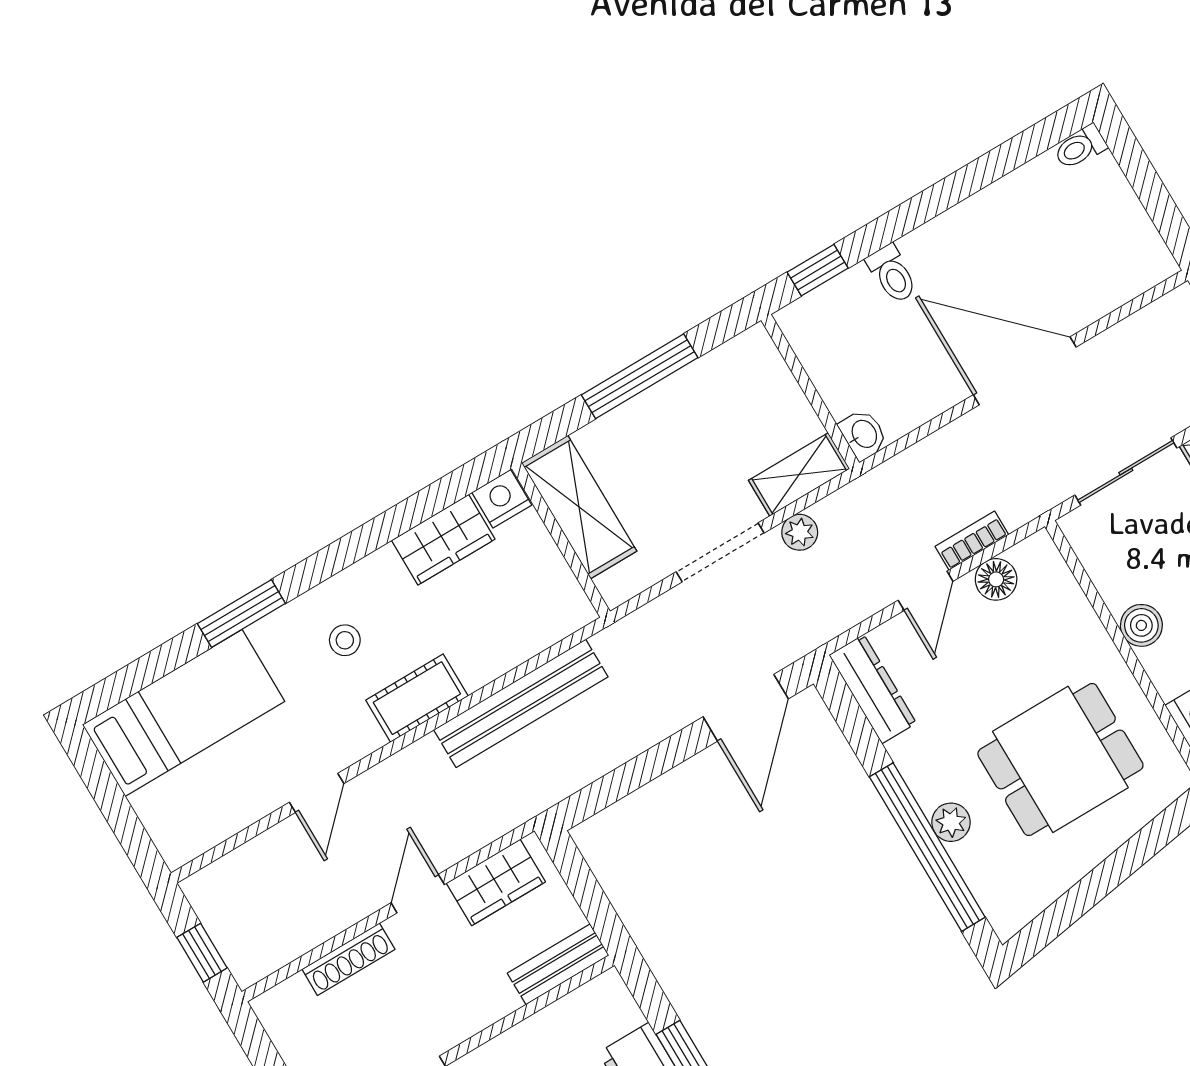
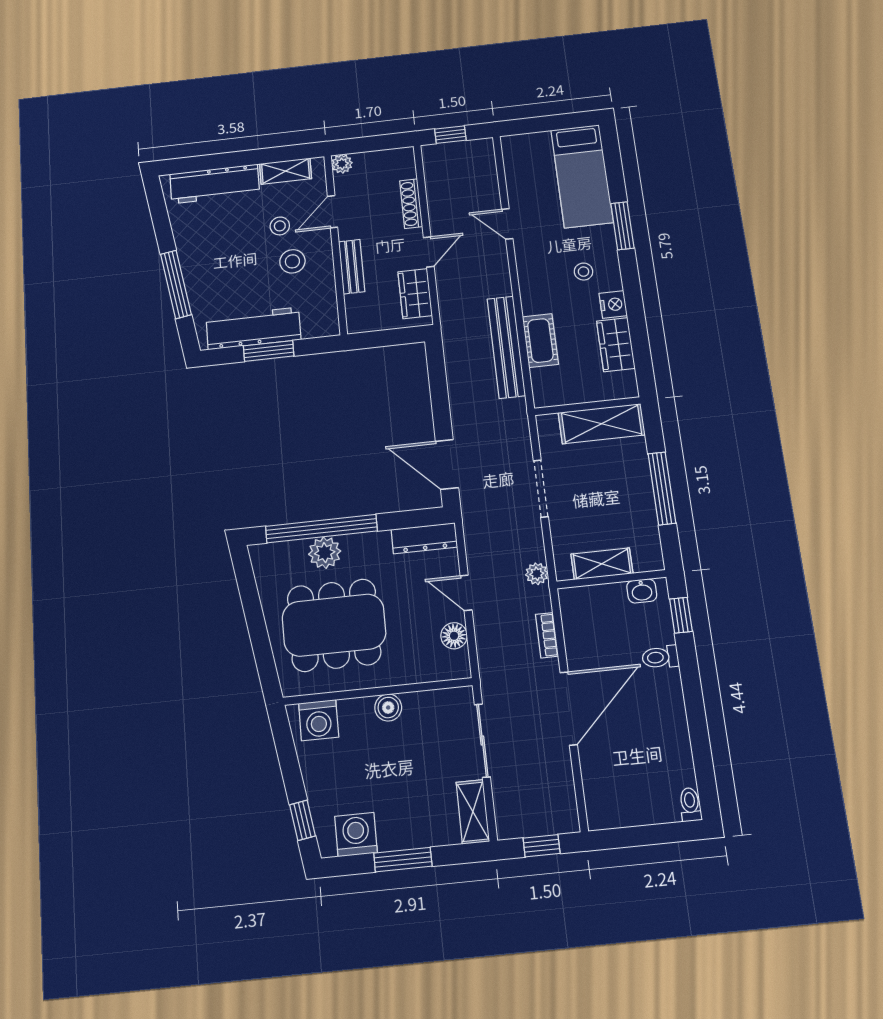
washbasin: (863, 434) -> (642, 591), moved
shelving: (799, 475) -> (602, 564), moved, turned 90
nightstand: (502, 499) -> (613, 304), moved
plant: (800, 532) -> (537, 574), moved
bookcase: (972, 541) -> (547, 635), moved, turned 180
cot: (417, 698) -> (540, 340), moved
dining table: (1060, 759) -> (334, 625), width x1.38
plant: (951, 822) -> (325, 553), width x1.38, depth x1.38
door: (418, 894) -> (429, 252), hinge flipped
bench: (558, 964) -> (352, 267), moved

